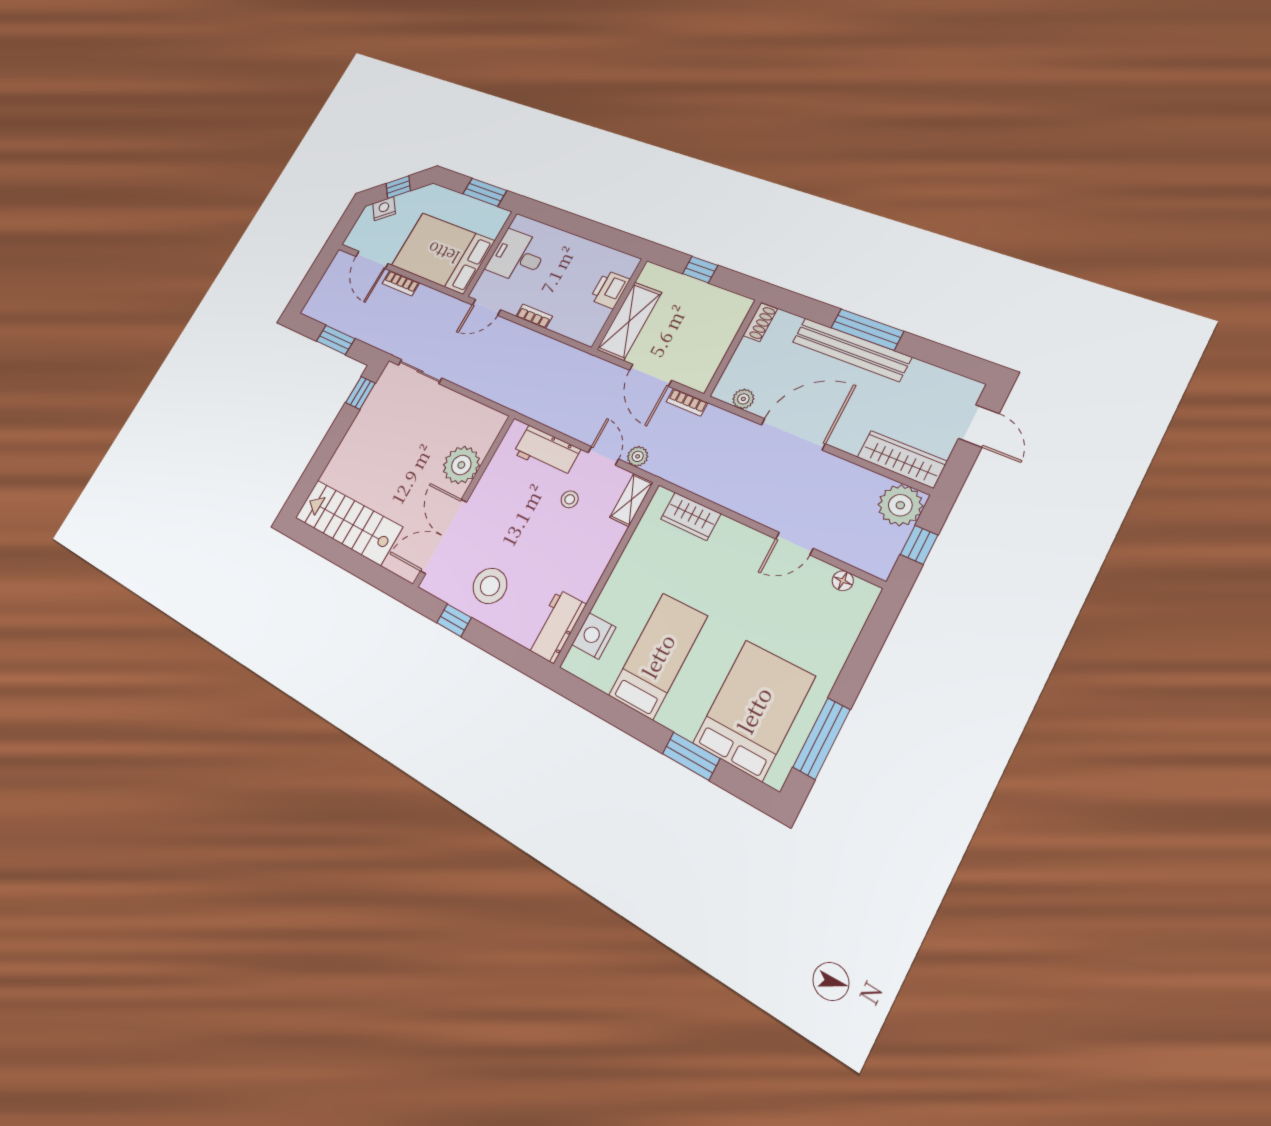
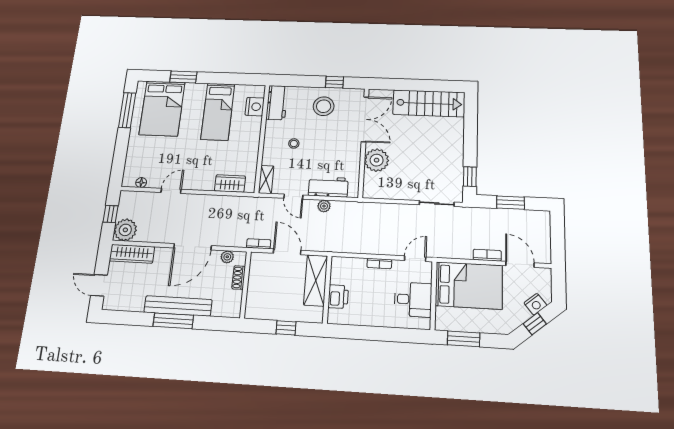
shoe rack: (760, 322) -> (239, 278), moved
plant: (638, 456) -> (324, 206), moved
stool: (570, 499) -> (294, 143), moved

